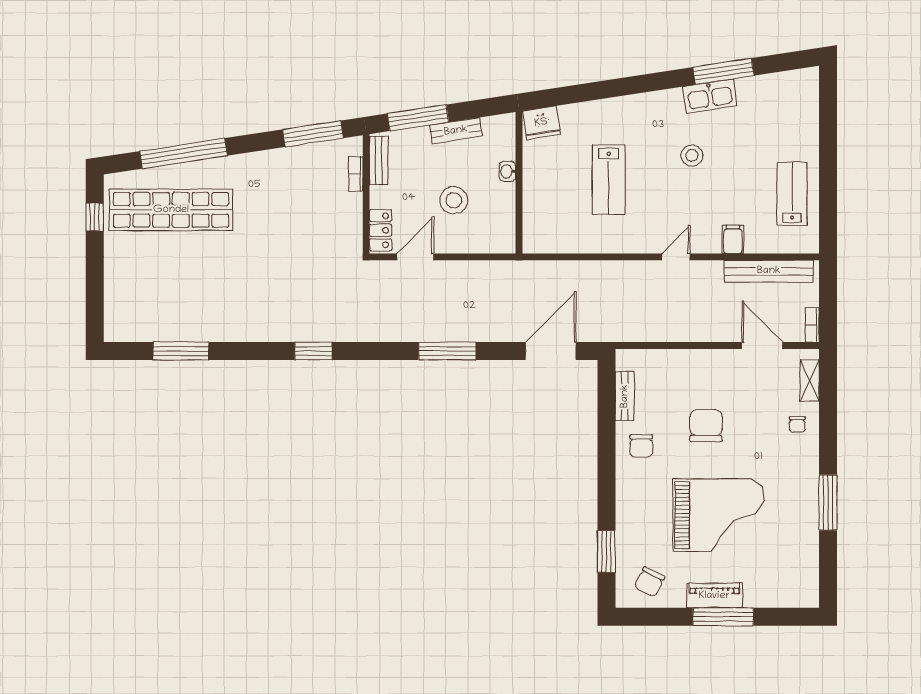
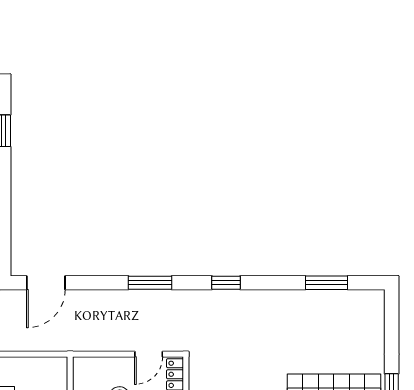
window: (447, 351) -> (150, 283), moved

